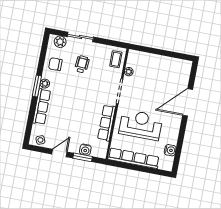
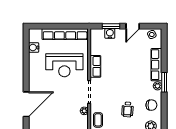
door: (188, 102) -> (26, 104), moved
row of seats: (107, 123) -> (95, 66), width x0.68

